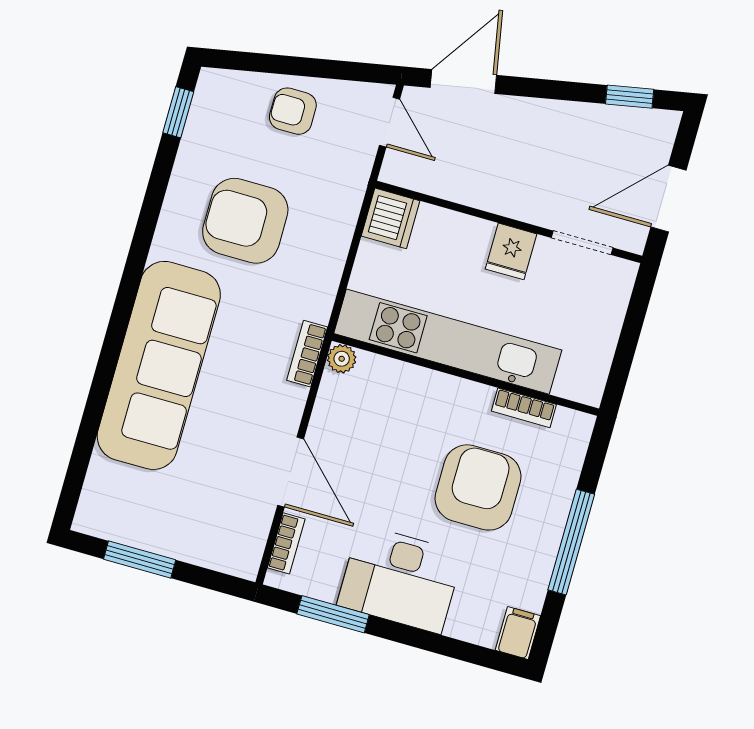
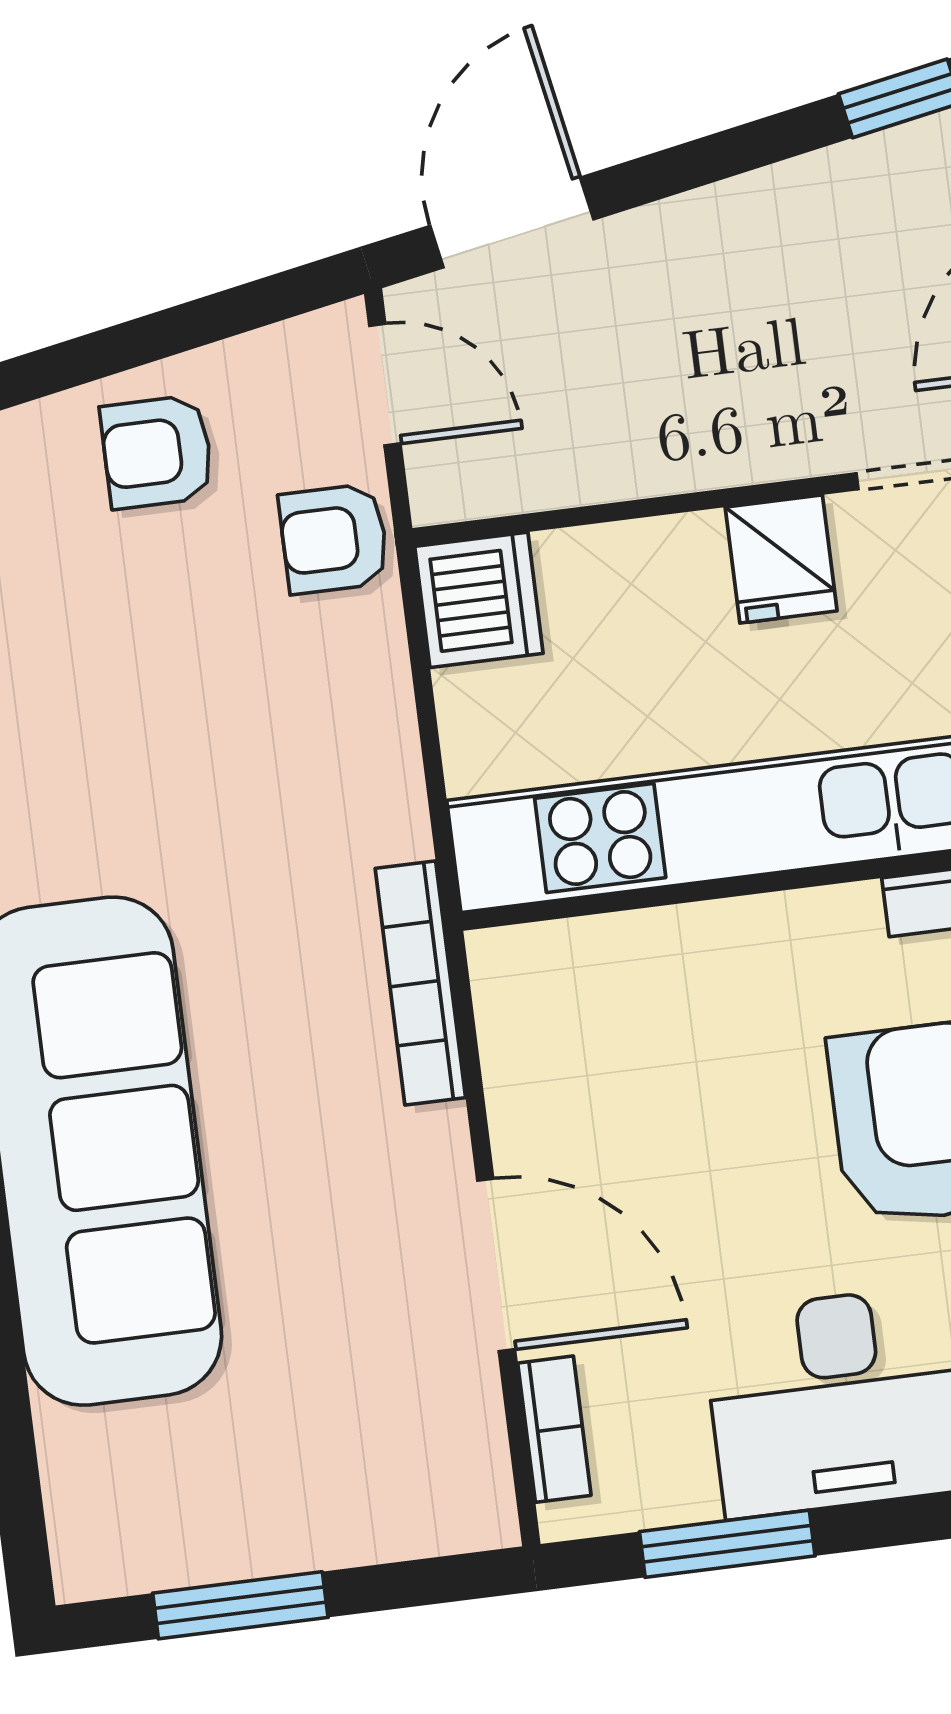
armchair: (245, 221) -> (334, 539), moved, width x0.53, depth x0.53
bookcase: (307, 354) -> (420, 983), width x1.56
plant: (342, 359) -> (503, 962), removed

